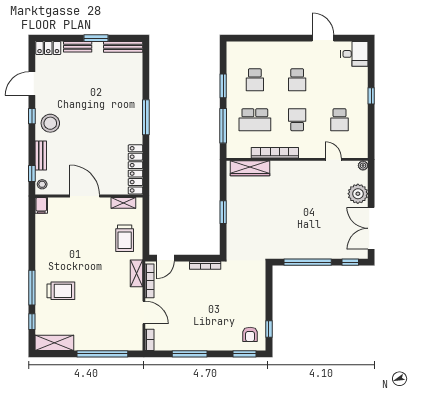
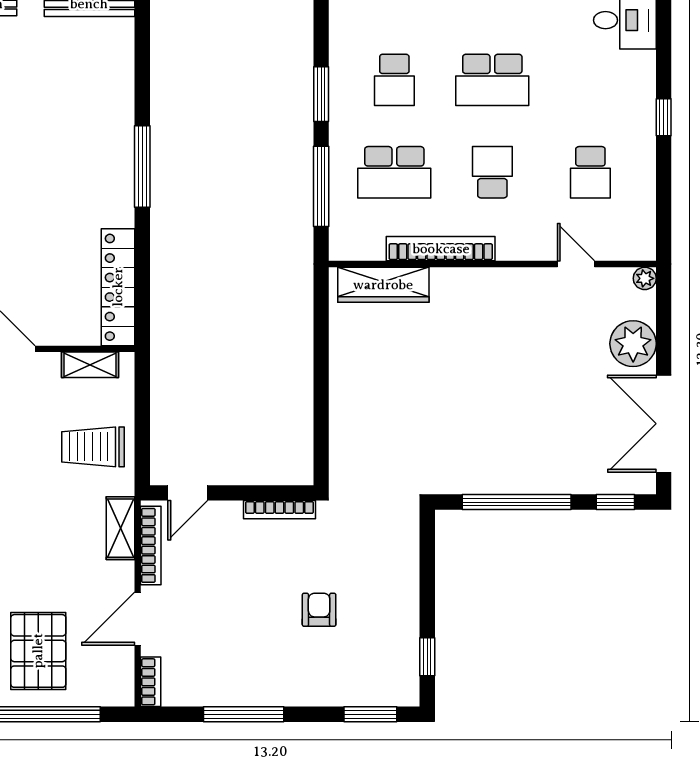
school desk: (297, 80) -> (492, 80), width x1.85
window: (223, 212) -> (321, 386), removed
trolley: (125, 238) -> (93, 447), turned 90
door: (144, 312) -> (138, 619), swing flipped
pallet: (101, 327) -> (38, 651), added
armchair: (250, 334) -> (319, 610), moved, turned 180

